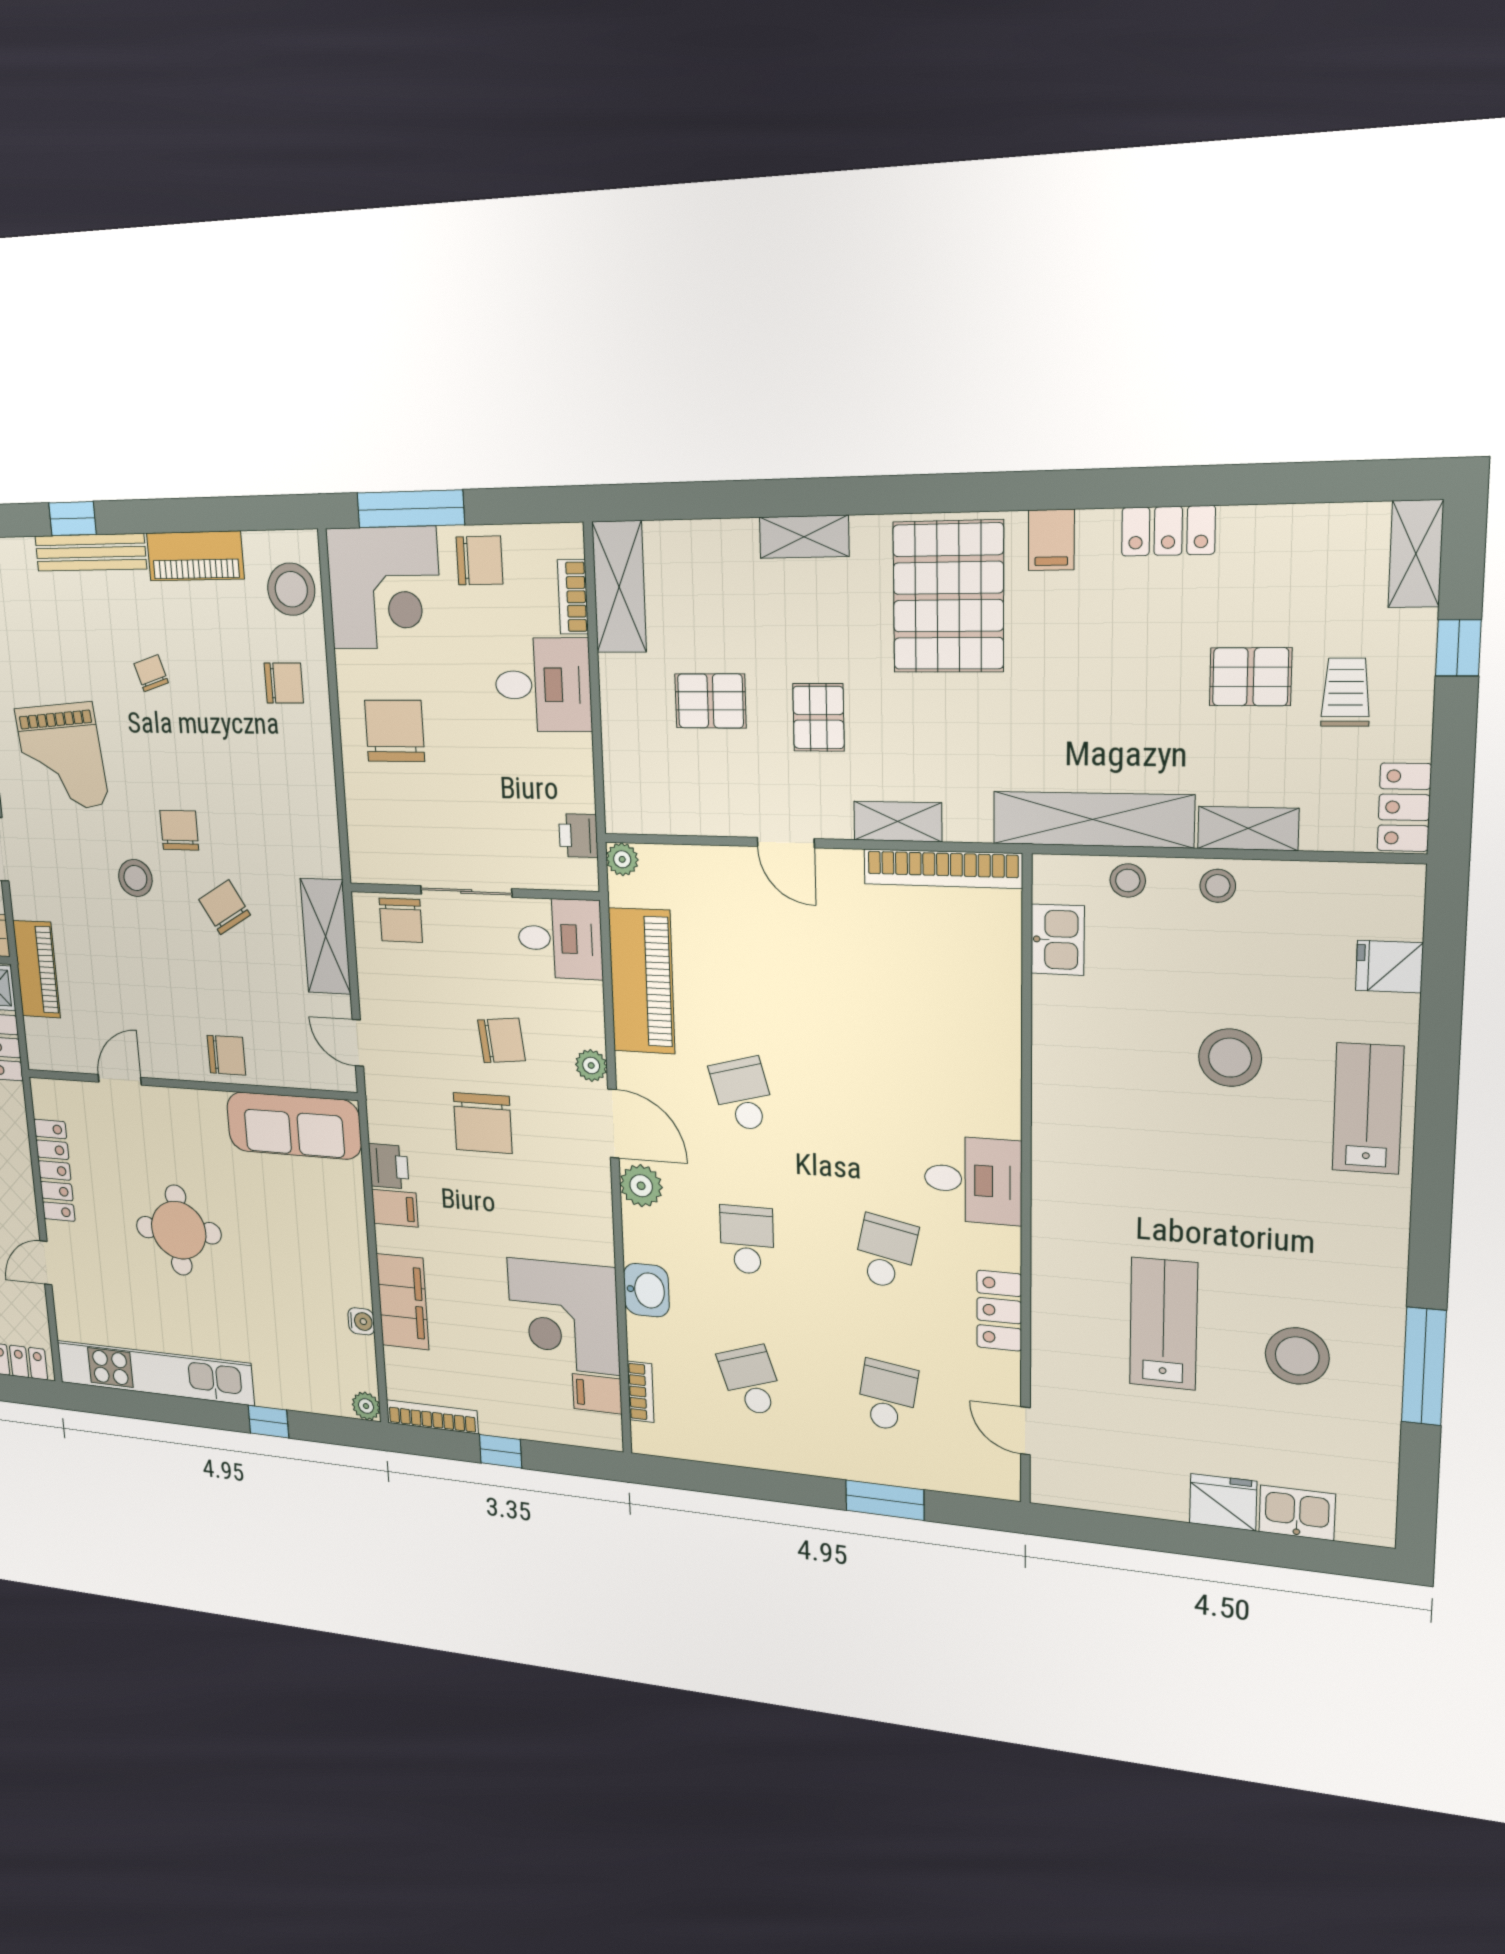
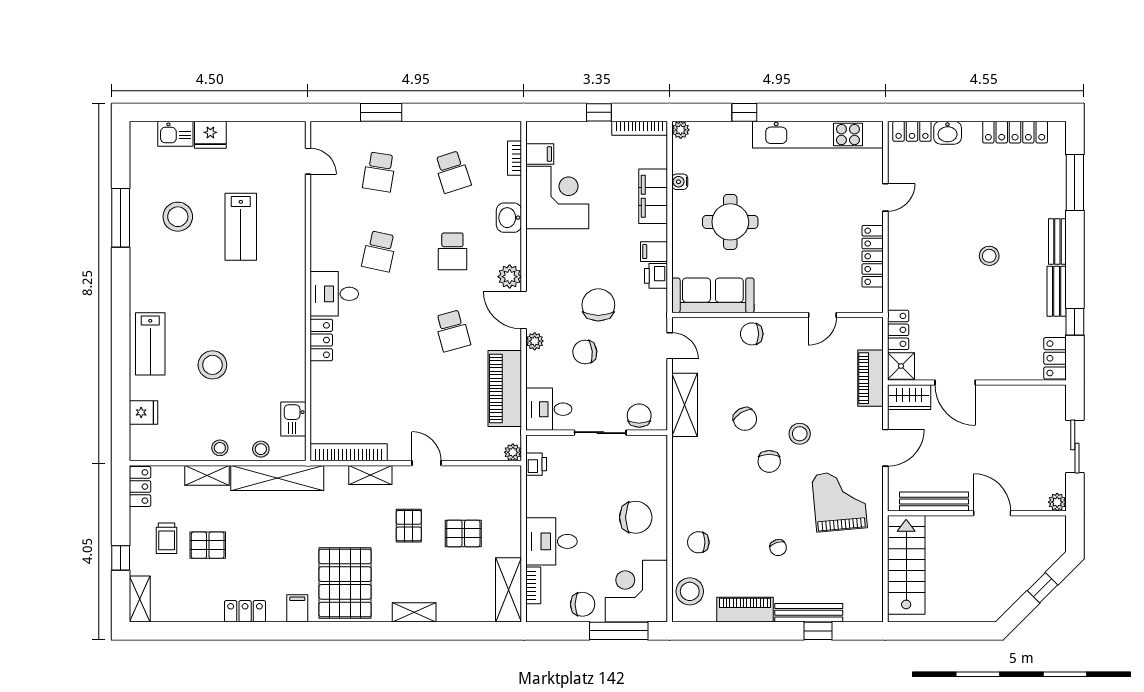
chair: (479, 560) -> (583, 604), turned 180
chair: (395, 731) -> (636, 517), turned -90
round table: (179, 1230) -> (730, 222), moved
locker: (999, 1311) -> (321, 340), moved

